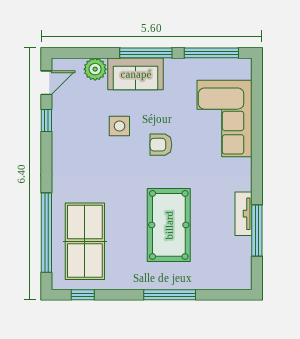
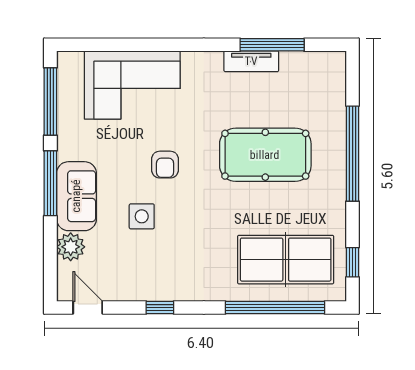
window: (46, 121) -> (160, 308), moved
window: (170, 295) -> (353, 154), width x1.46

